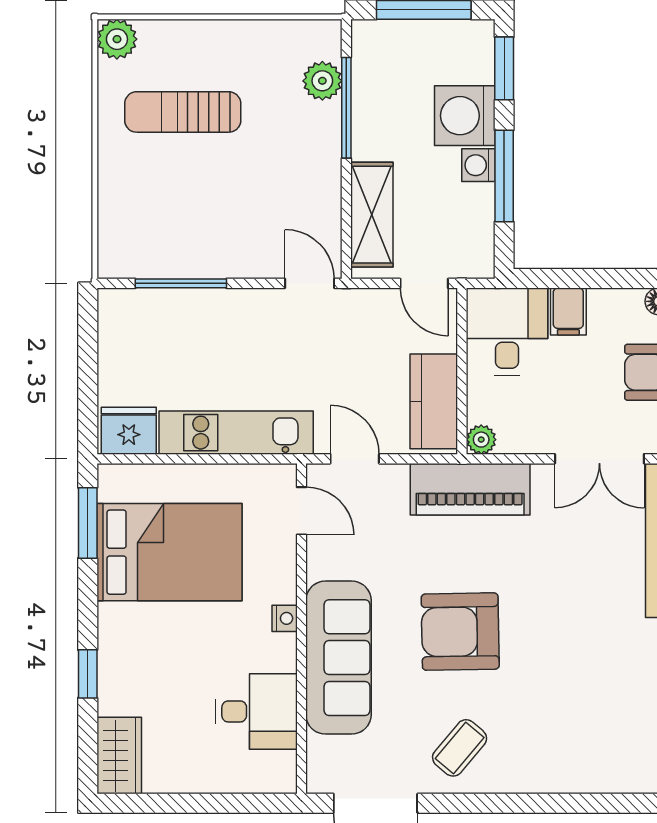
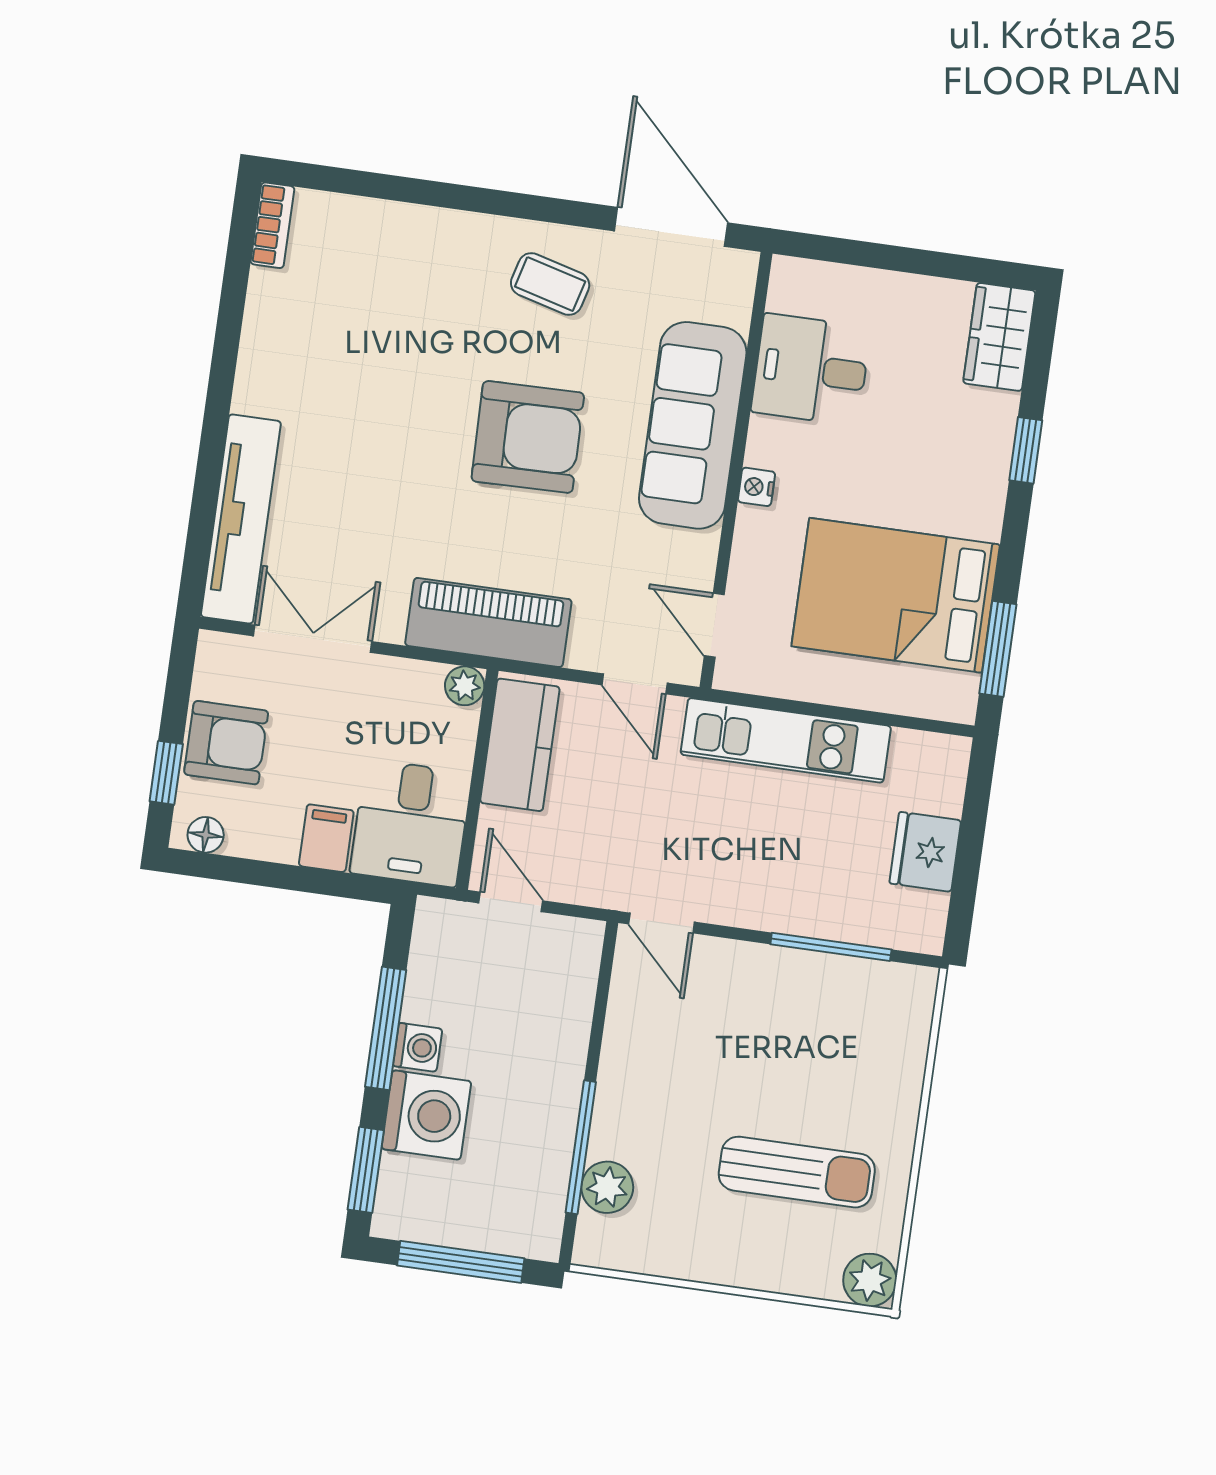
shelving: (372, 215) -> (567, 1002), removed
fridge: (129, 431) -> (925, 852), moved, turned 90
coffee table: (460, 748) -> (550, 284), turned 65

